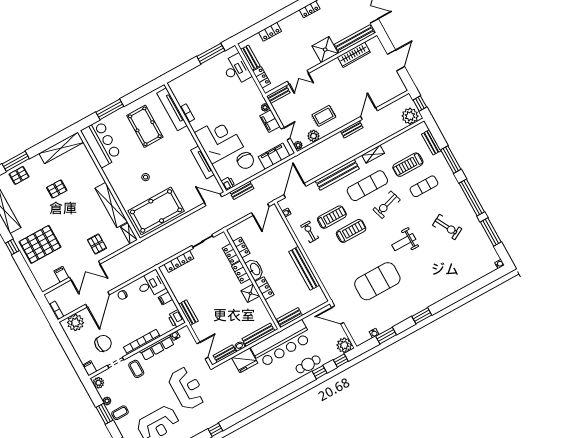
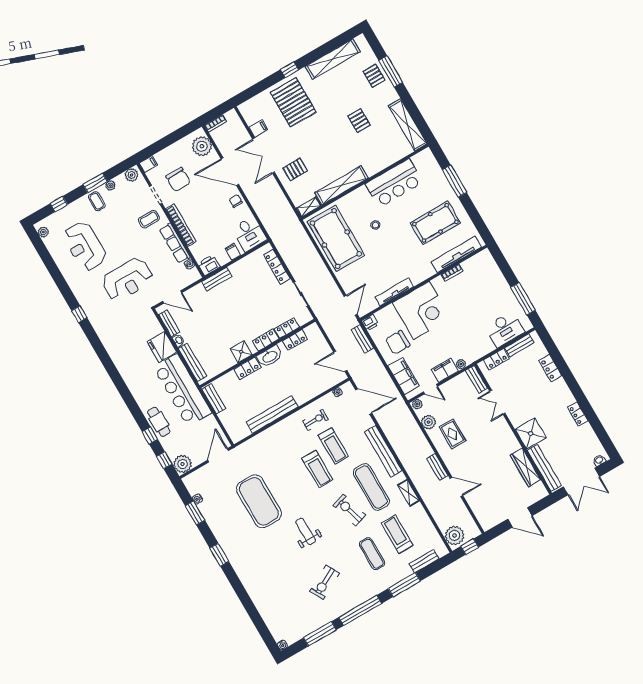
bar counter: (101, 144) -> (394, 183), moved

